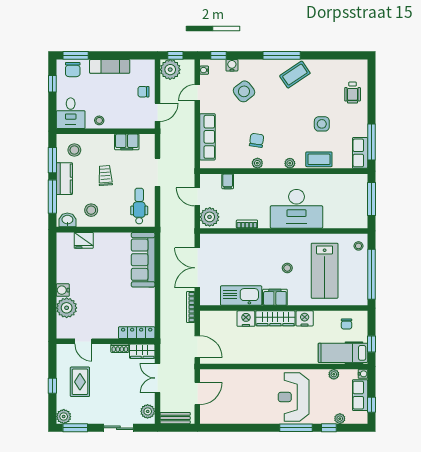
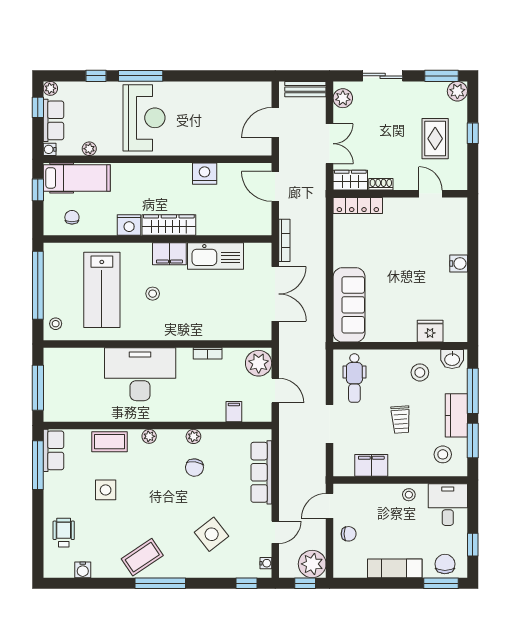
water cooler: (232, 65) -> (83, 570), moved
lab bench: (325, 271) -> (102, 290), turned 180
plant: (67, 308) -> (453, 239), removed
nightstand: (246, 319) -> (205, 174), moved, turned 180
plant: (340, 419) -> (50, 88), moved

